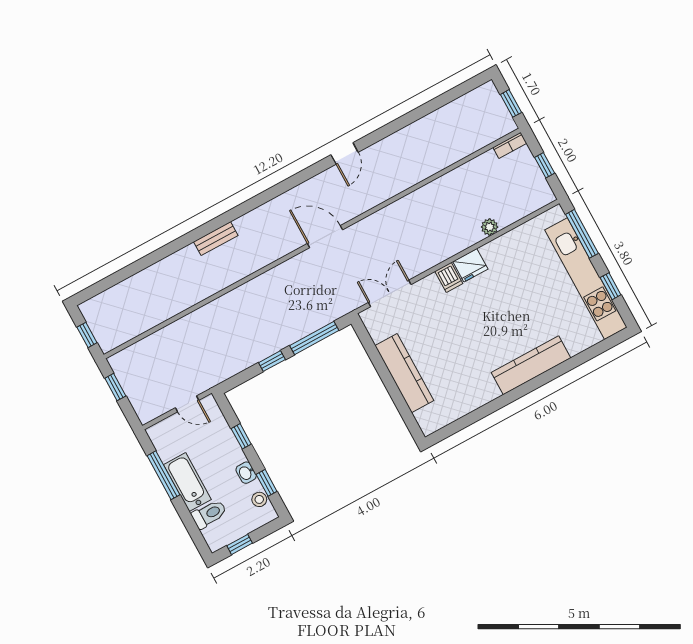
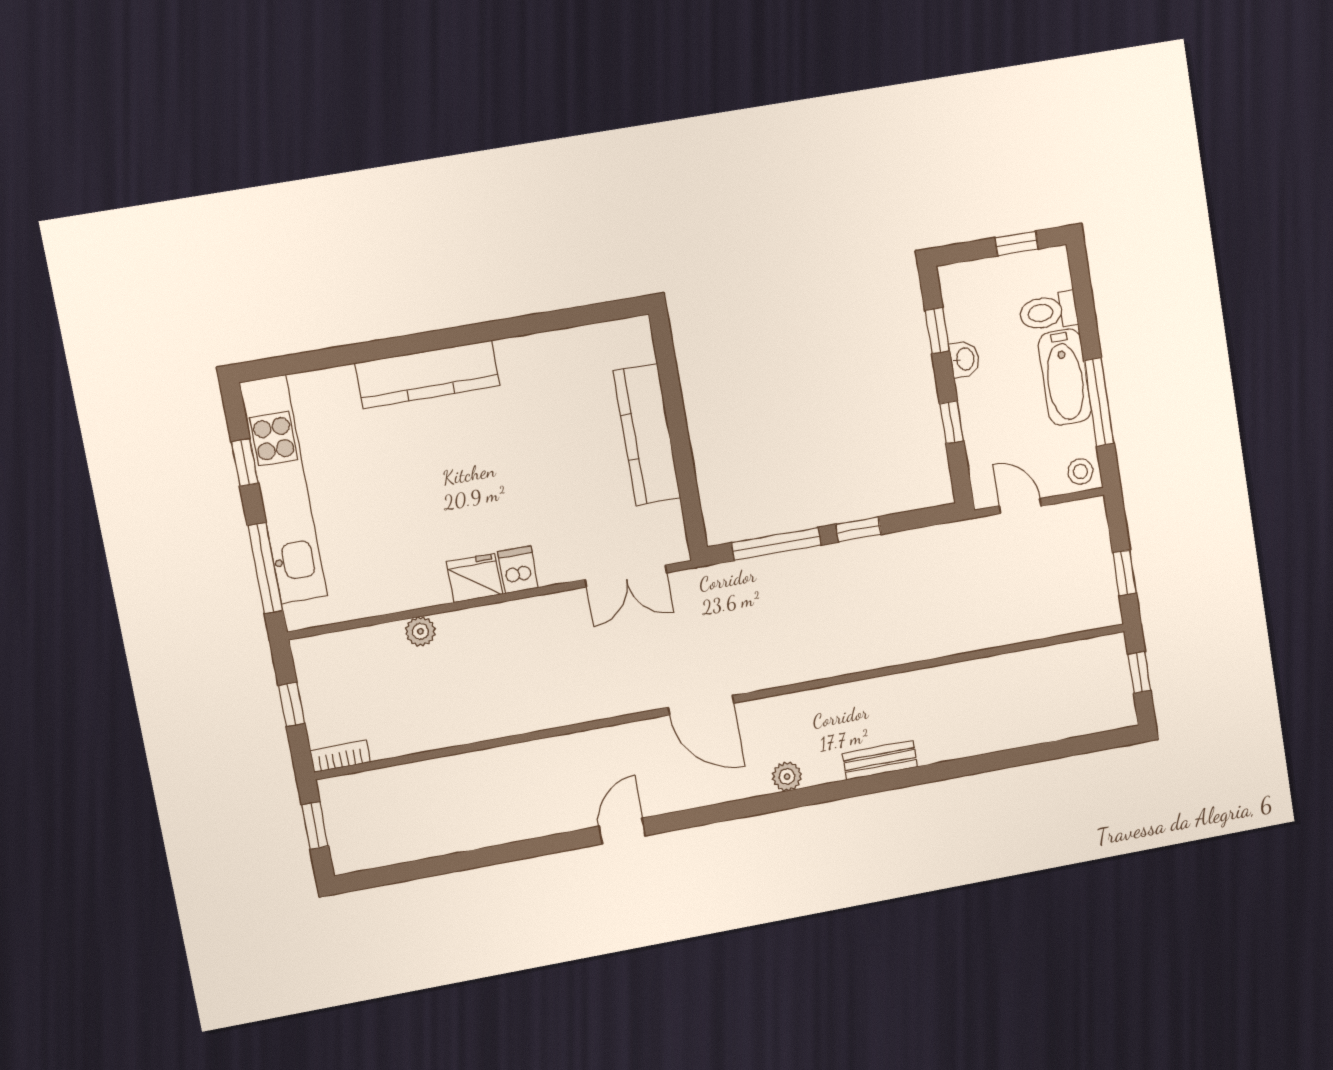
plant: (264, 213) -> (787, 777), added
stool: (259, 499) -> (1080, 472), moved

